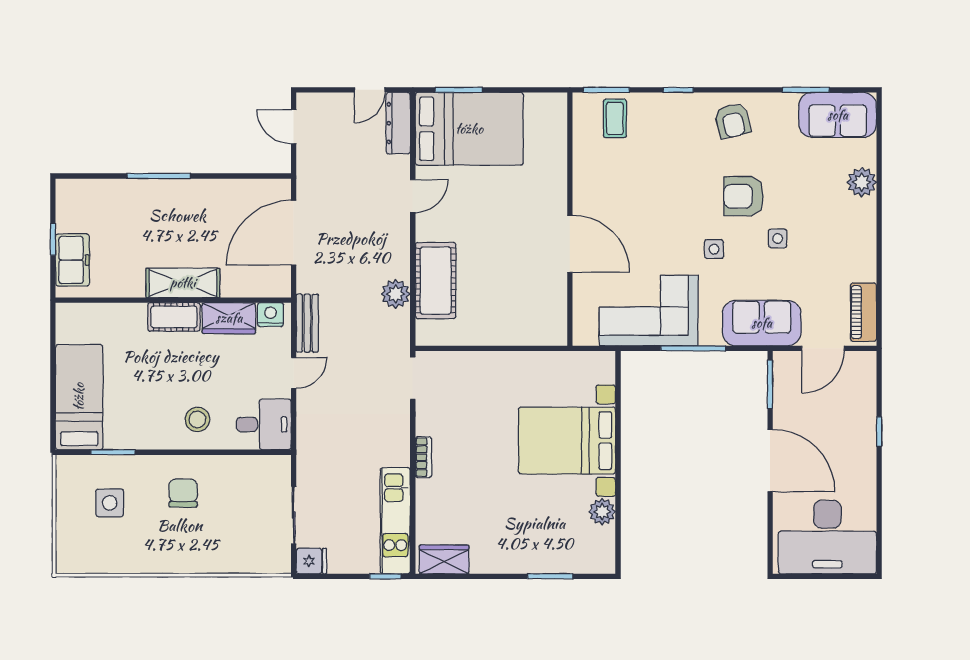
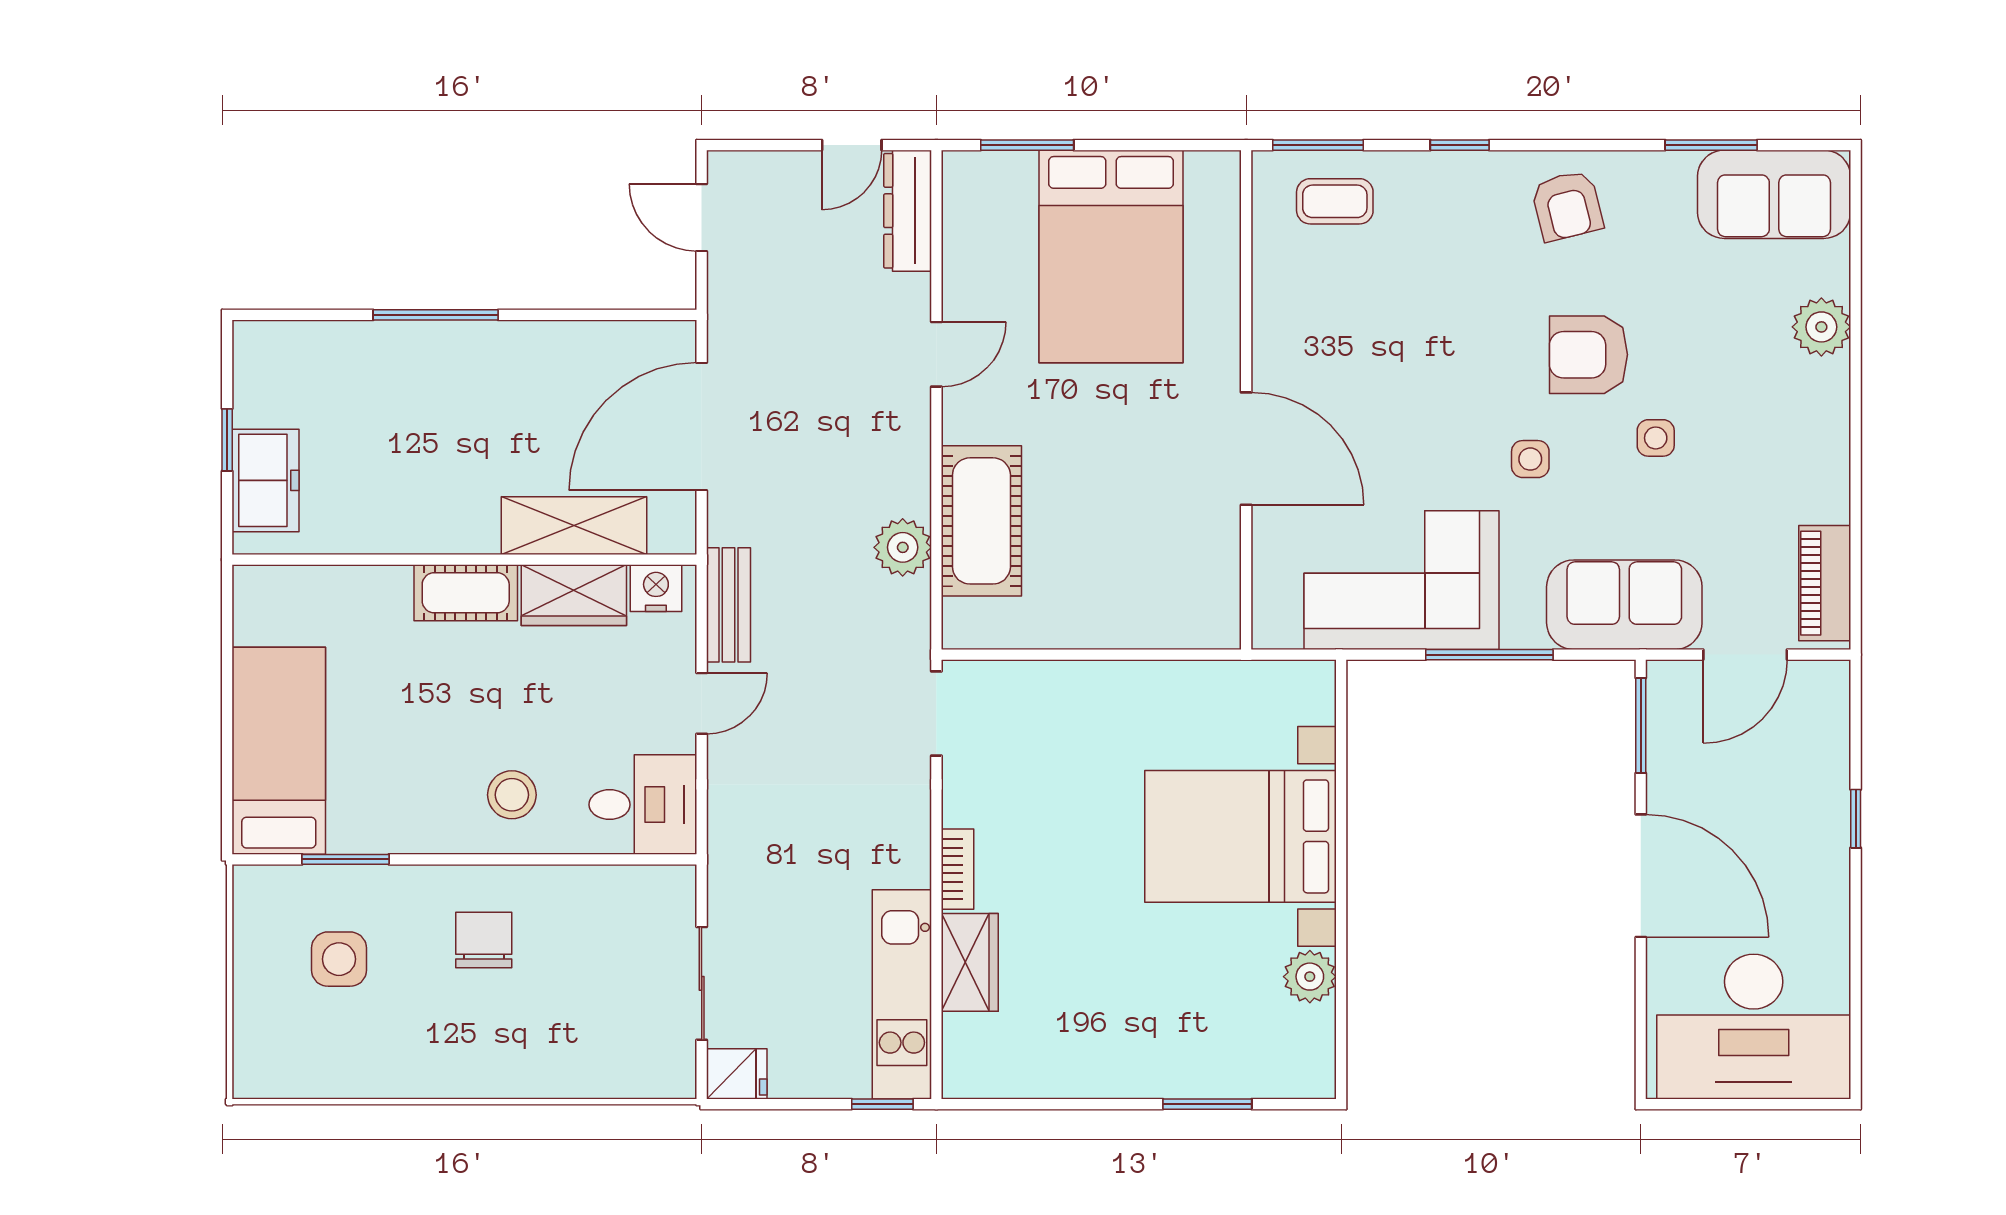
coffee table: (615, 118) -> (1335, 201), turned 90
bed: (469, 129) -> (1111, 256), moved, turned 90
shelving: (183, 283) -> (574, 526), moved
wardrobe: (444, 559) -> (970, 962), moved, turned 90

